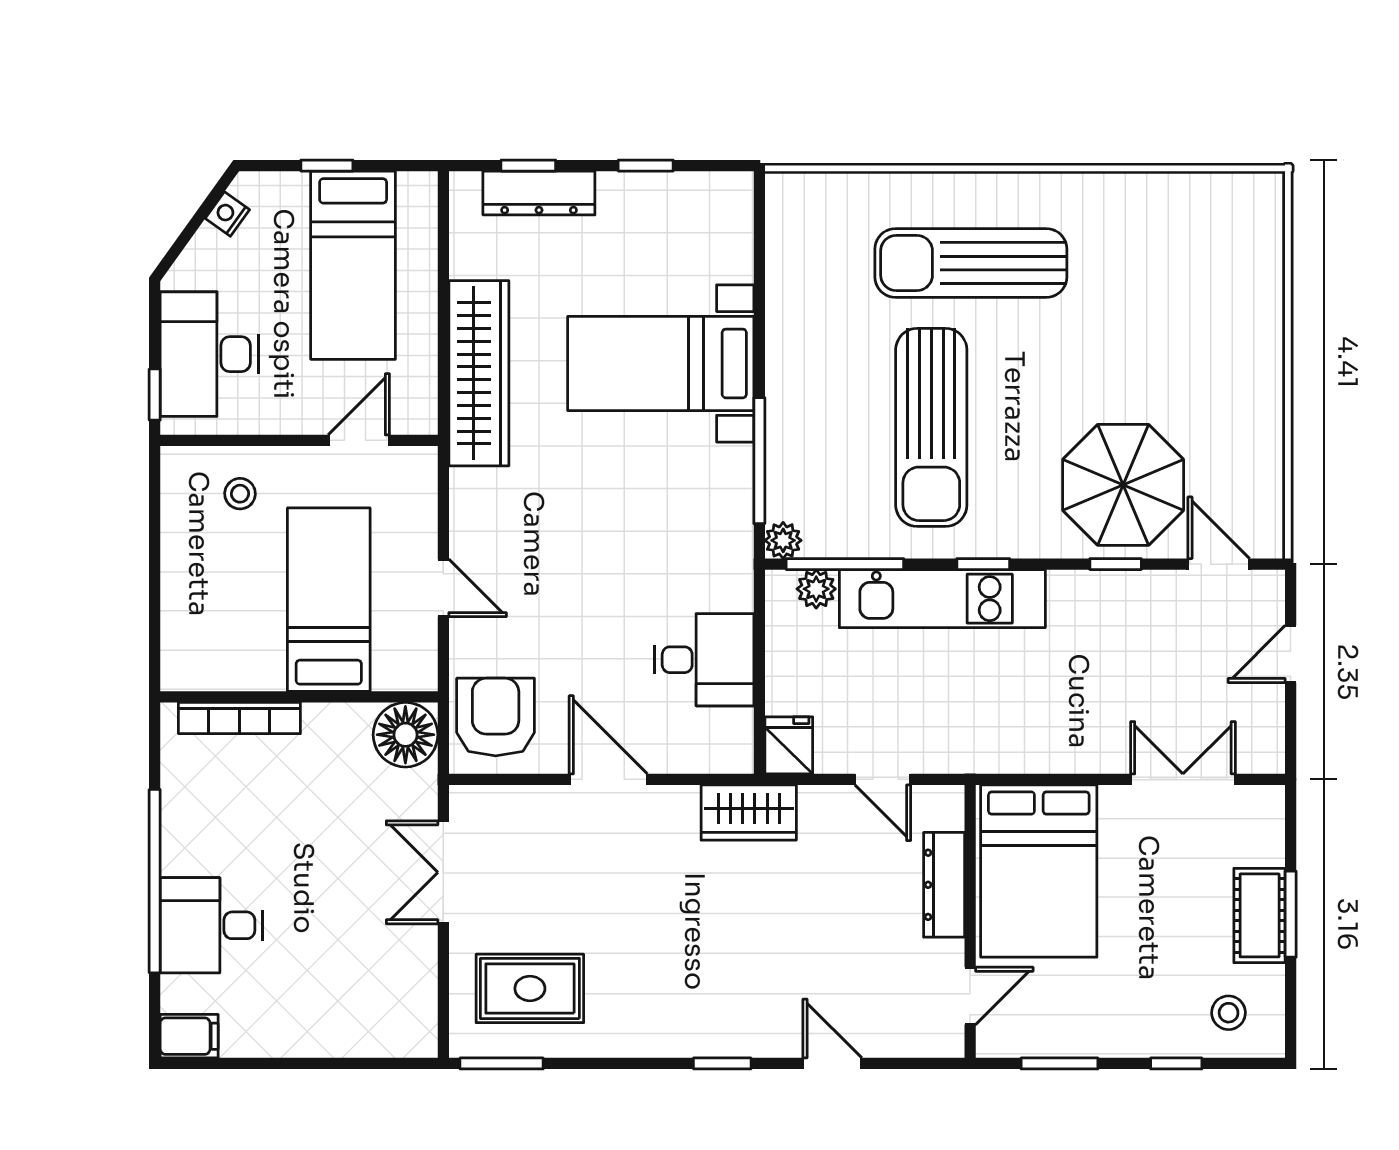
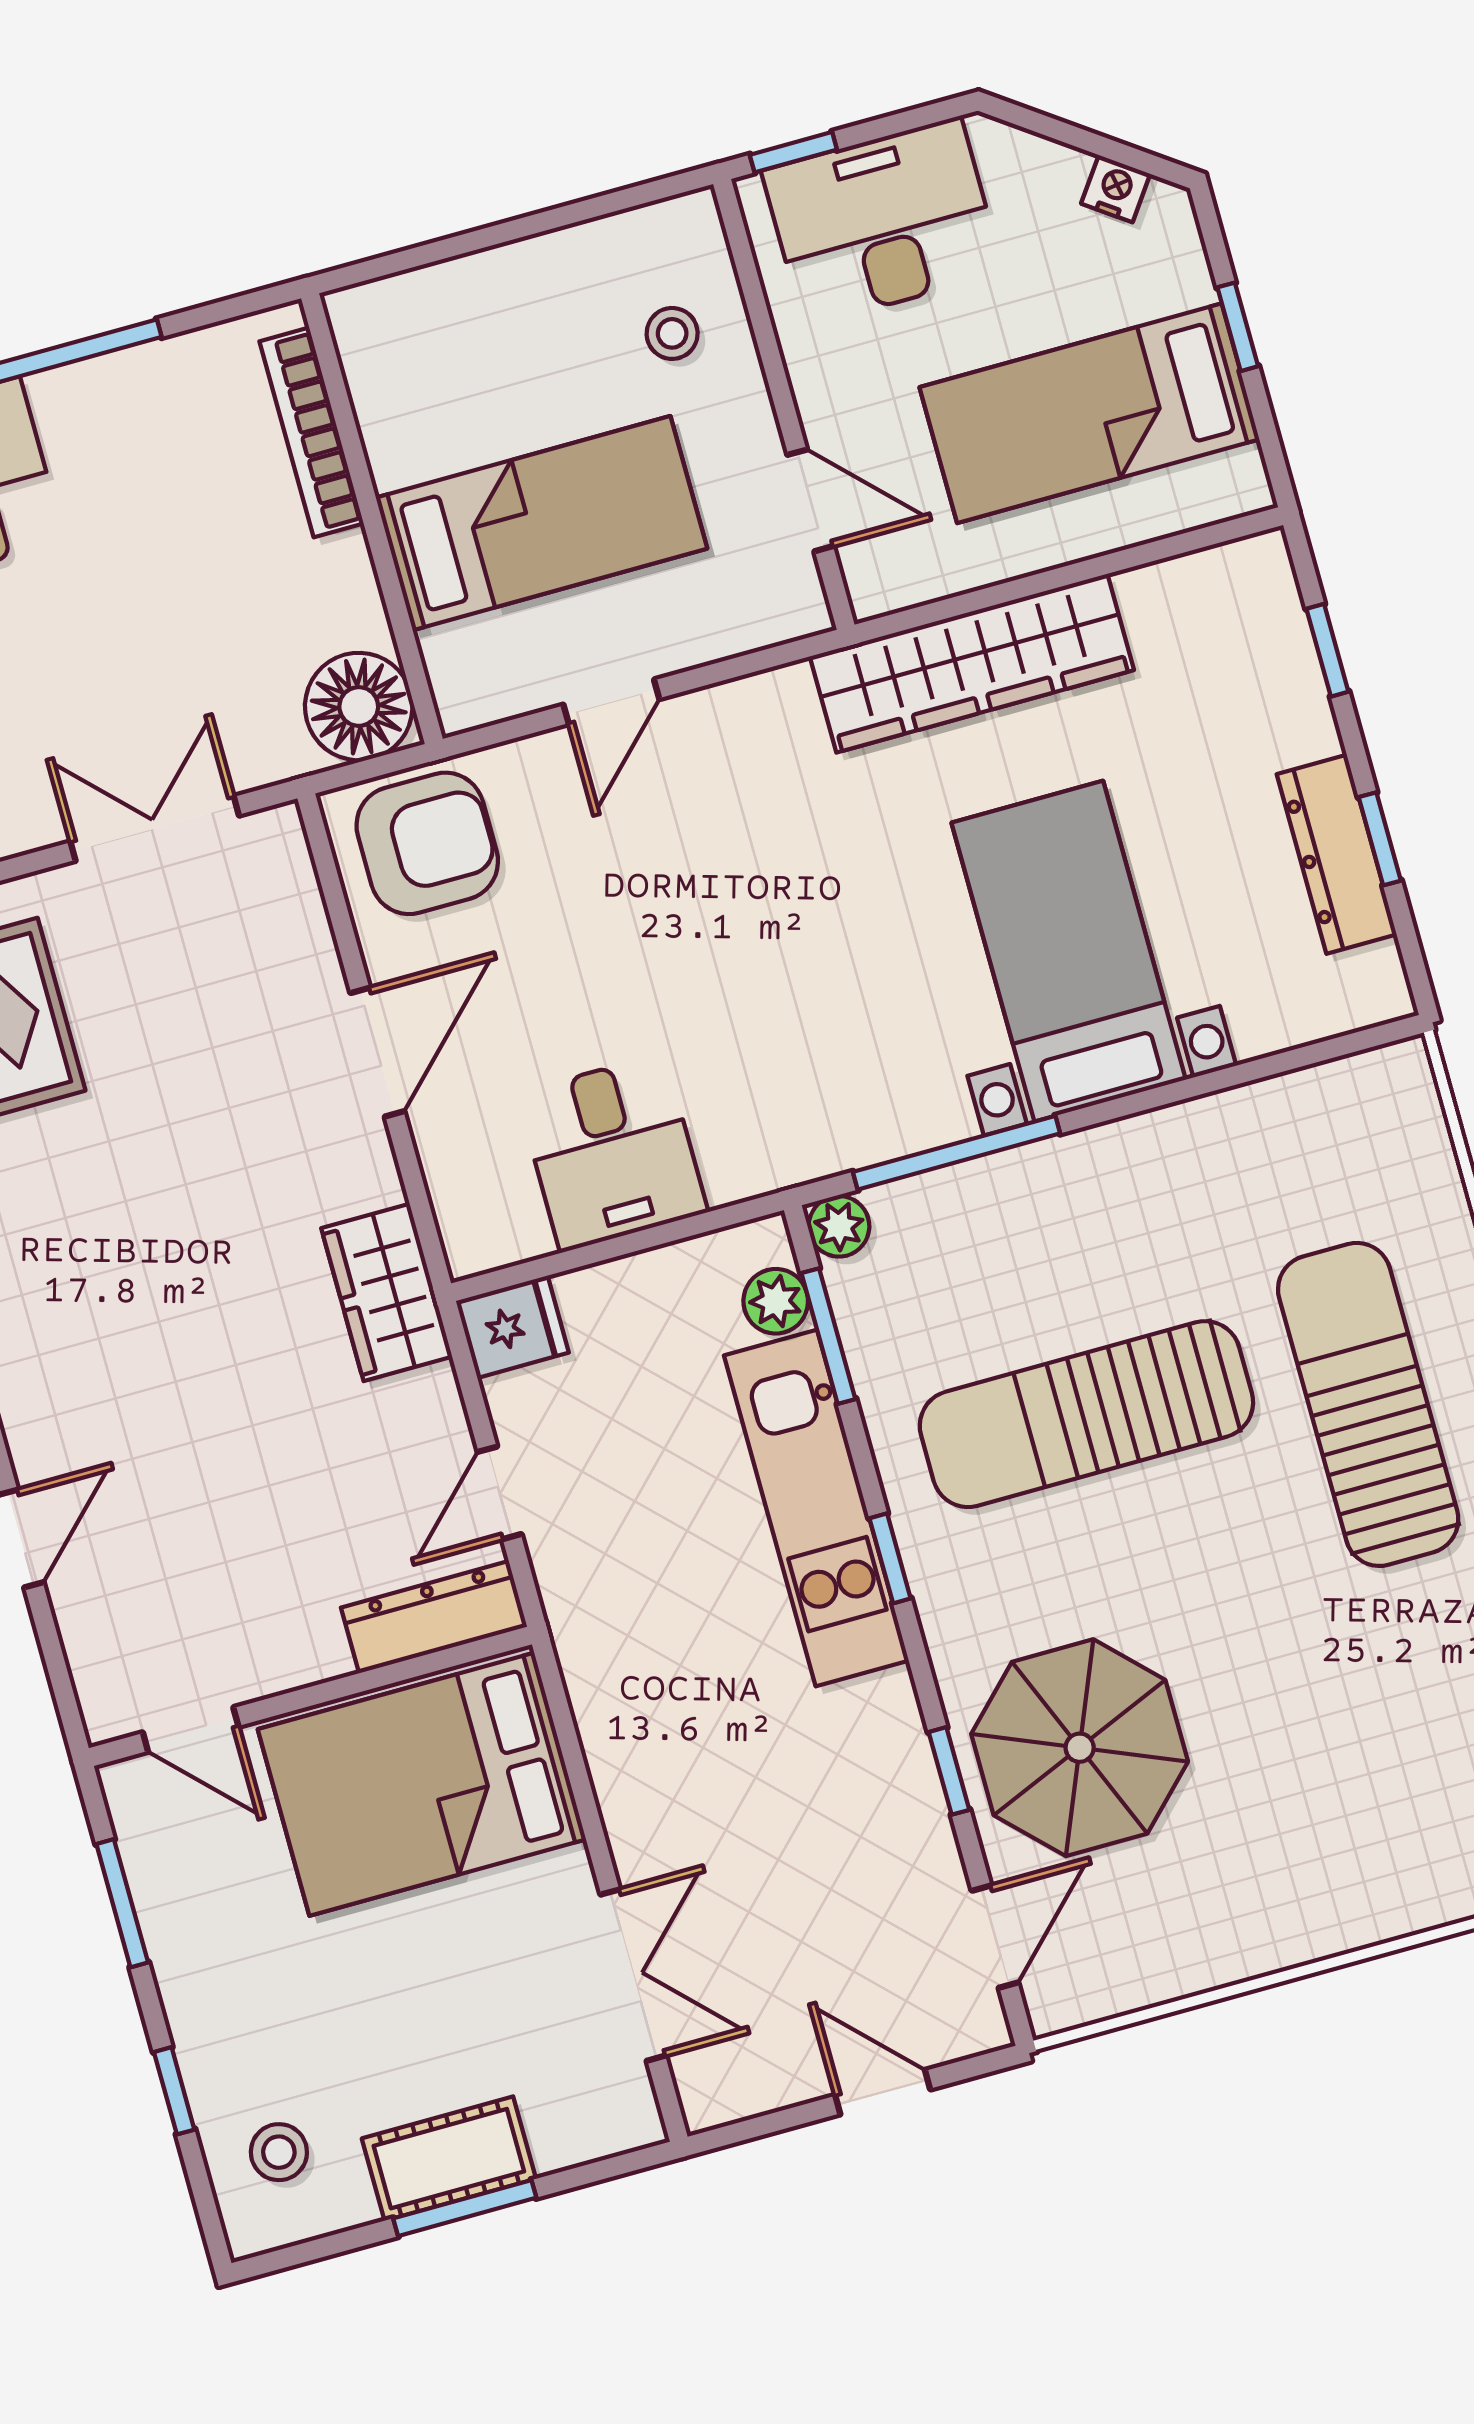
dresser: (539, 193) -> (1337, 854), moved
window: (845, 564) -> (828, 1336), width x0.69
dresser: (944, 885) -> (434, 1617), moved

